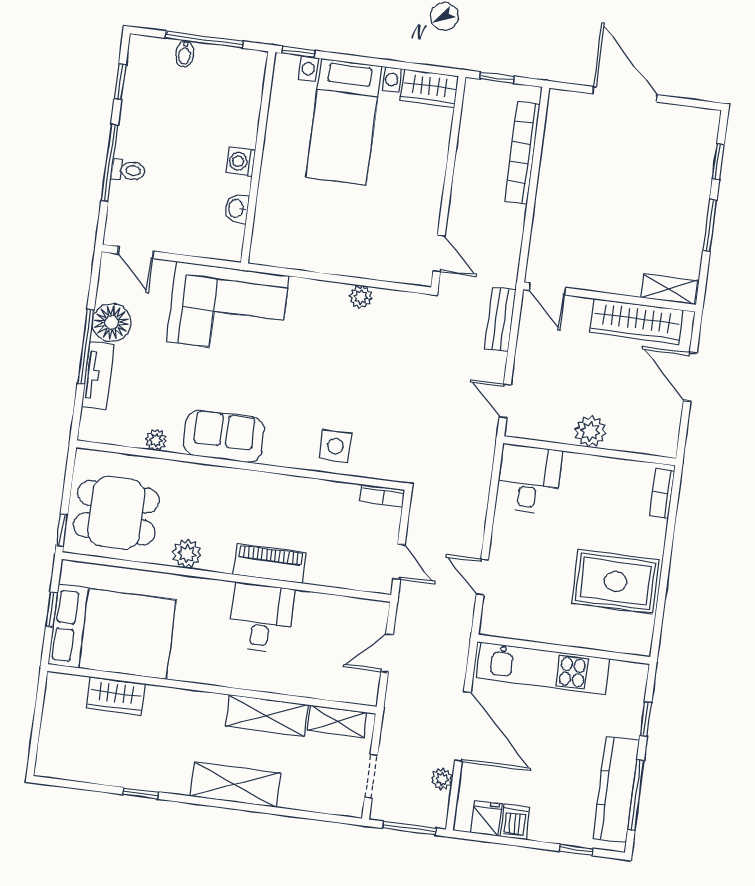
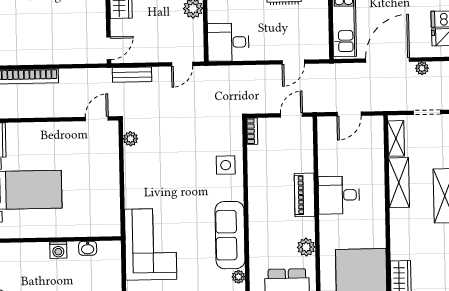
plant: (361, 297) -> (130, 139), moved
sofa: (224, 436) -> (230, 235), width x1.36
door: (387, 653) -> (349, 114), hinge flipped

